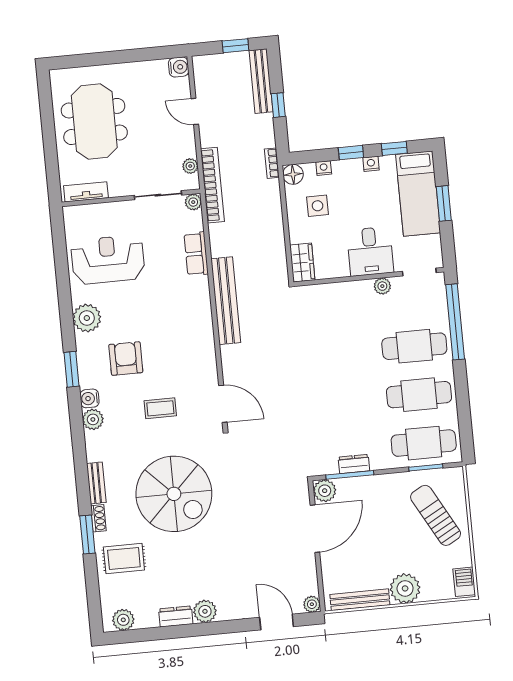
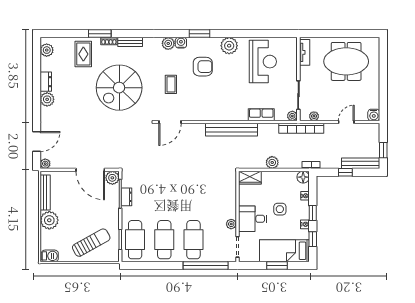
side table: (318, 206) -> (280, 209), moved
plant: (274, 228) -> (272, 162), added

